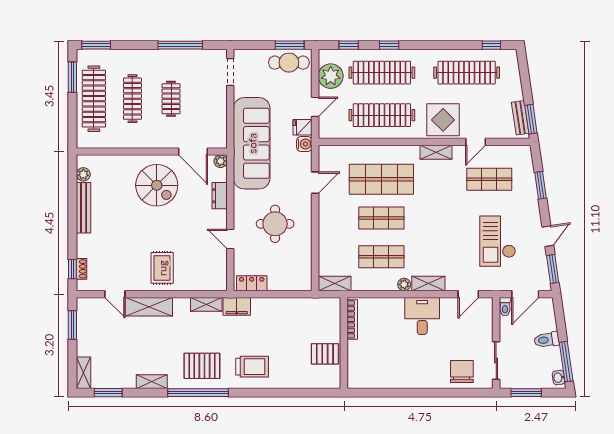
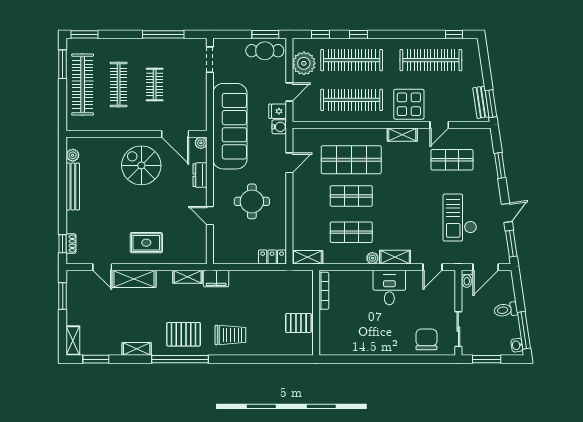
spiral stairs: (157, 185) -> (141, 165), turned 180
rug: (162, 268) -> (146, 243), turned 90
locker: (252, 283) -> (272, 257), moved

